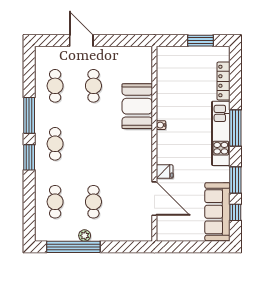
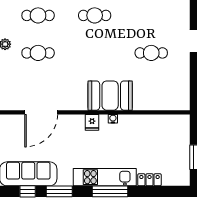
locker: (224, 81) -> (149, 180), width x0.66
cafe table: (55, 86) -> (151, 15), removed
booth: (137, 106) -> (110, 96), moved
fridge: (165, 172) -> (92, 122), moved

